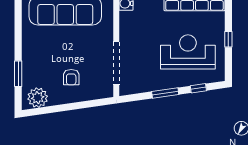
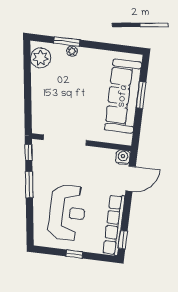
plant: (27, 67) -> (72, 51), added
armchair: (71, 77) -> (57, 94), removed
window: (198, 88) -> (29, 152), moved

